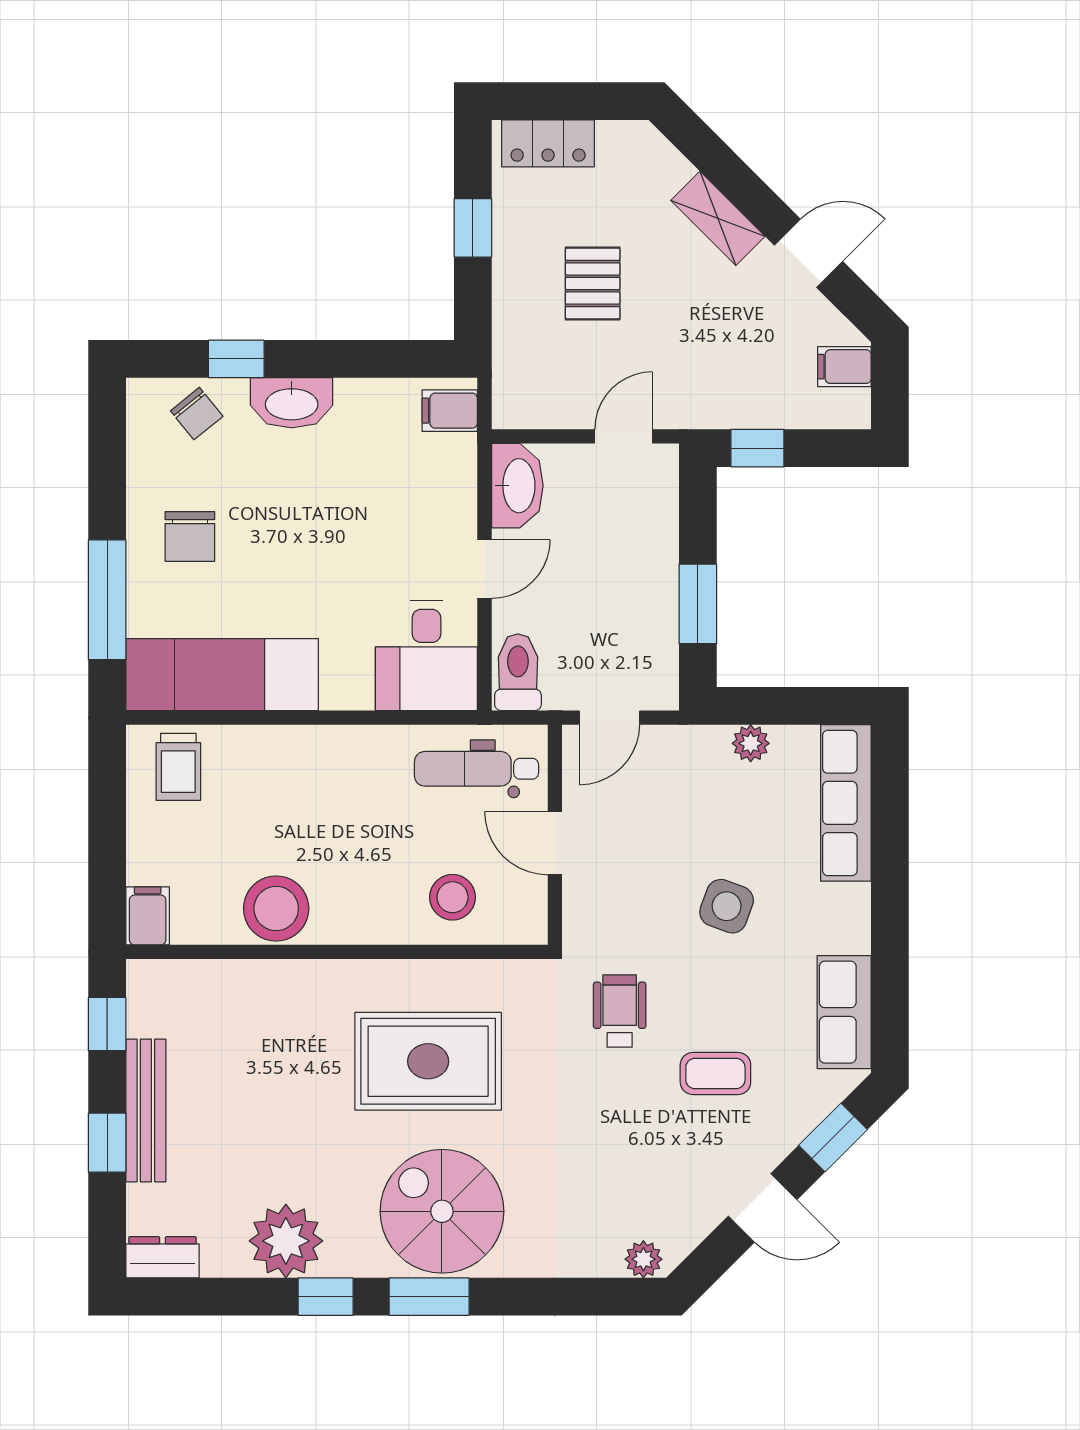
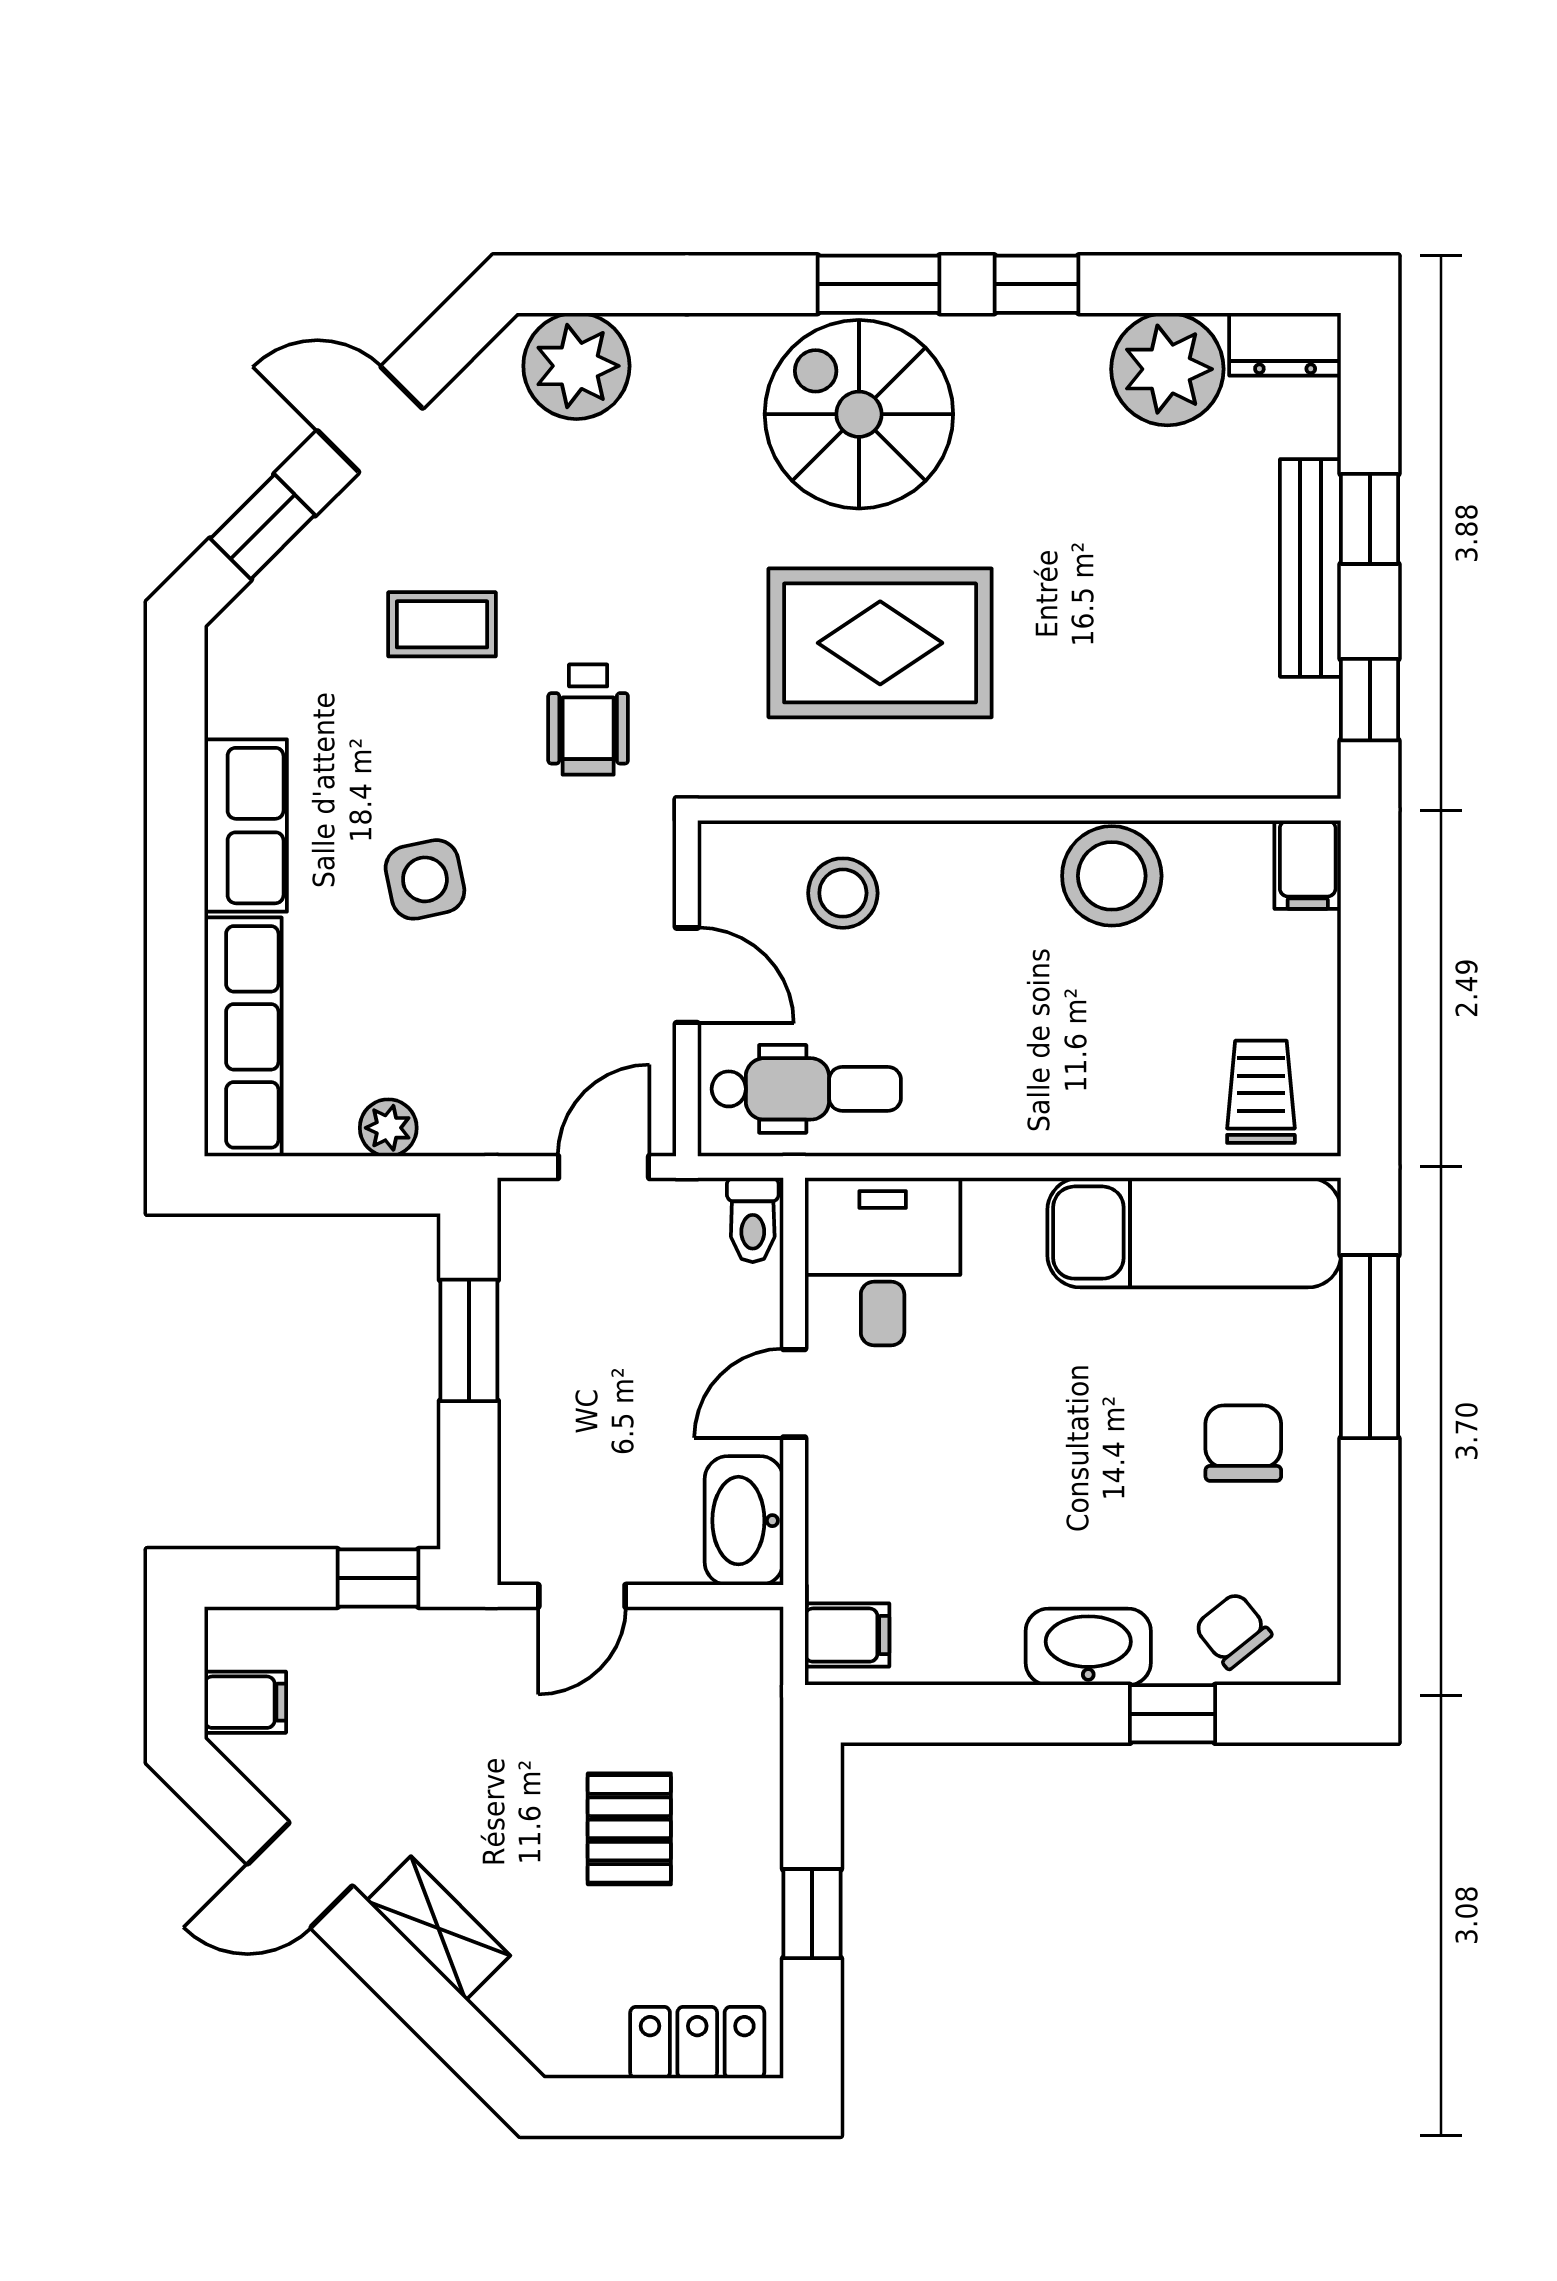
toilet: (518, 672) -> (753, 1220), width x0.73, depth x0.72
side table: (727, 906) -> (425, 879), turned -32
row of seats: (844, 1012) -> (246, 826), moved
spiral stairs: (442, 1211) -> (859, 414), turned 180
plant: (286, 1241) -> (1167, 369), moved
plant: (643, 1259) -> (576, 366), width x1.87, depth x1.87

